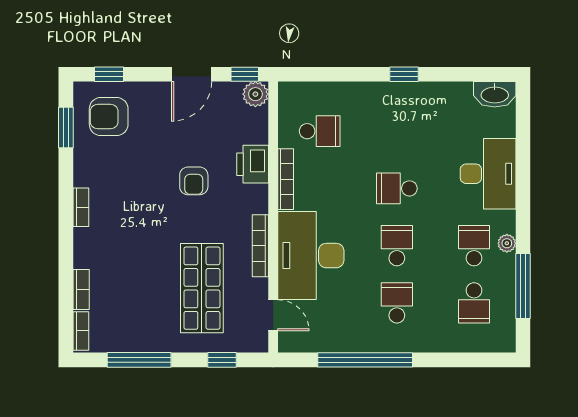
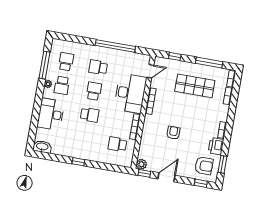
printer: (253, 164) -> (216, 146), moved, turned 180
school desk: (397, 246) -> (94, 91), turned 180
shop shelf: (202, 288) -> (195, 86), moved, turned 90
school desk: (397, 303) -> (98, 67), turned 90
door: (273, 315) -> (150, 71), swing flipped

